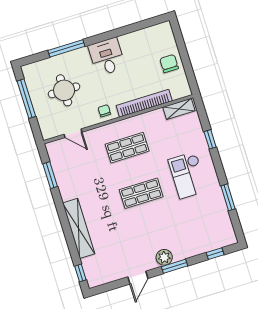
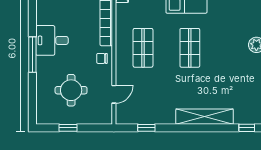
window: (66, 48) -> (32, 55), moved
window: (26, 99) -> (68, 128), width x0.46
window: (50, 175) -> (146, 128), width x0.67

